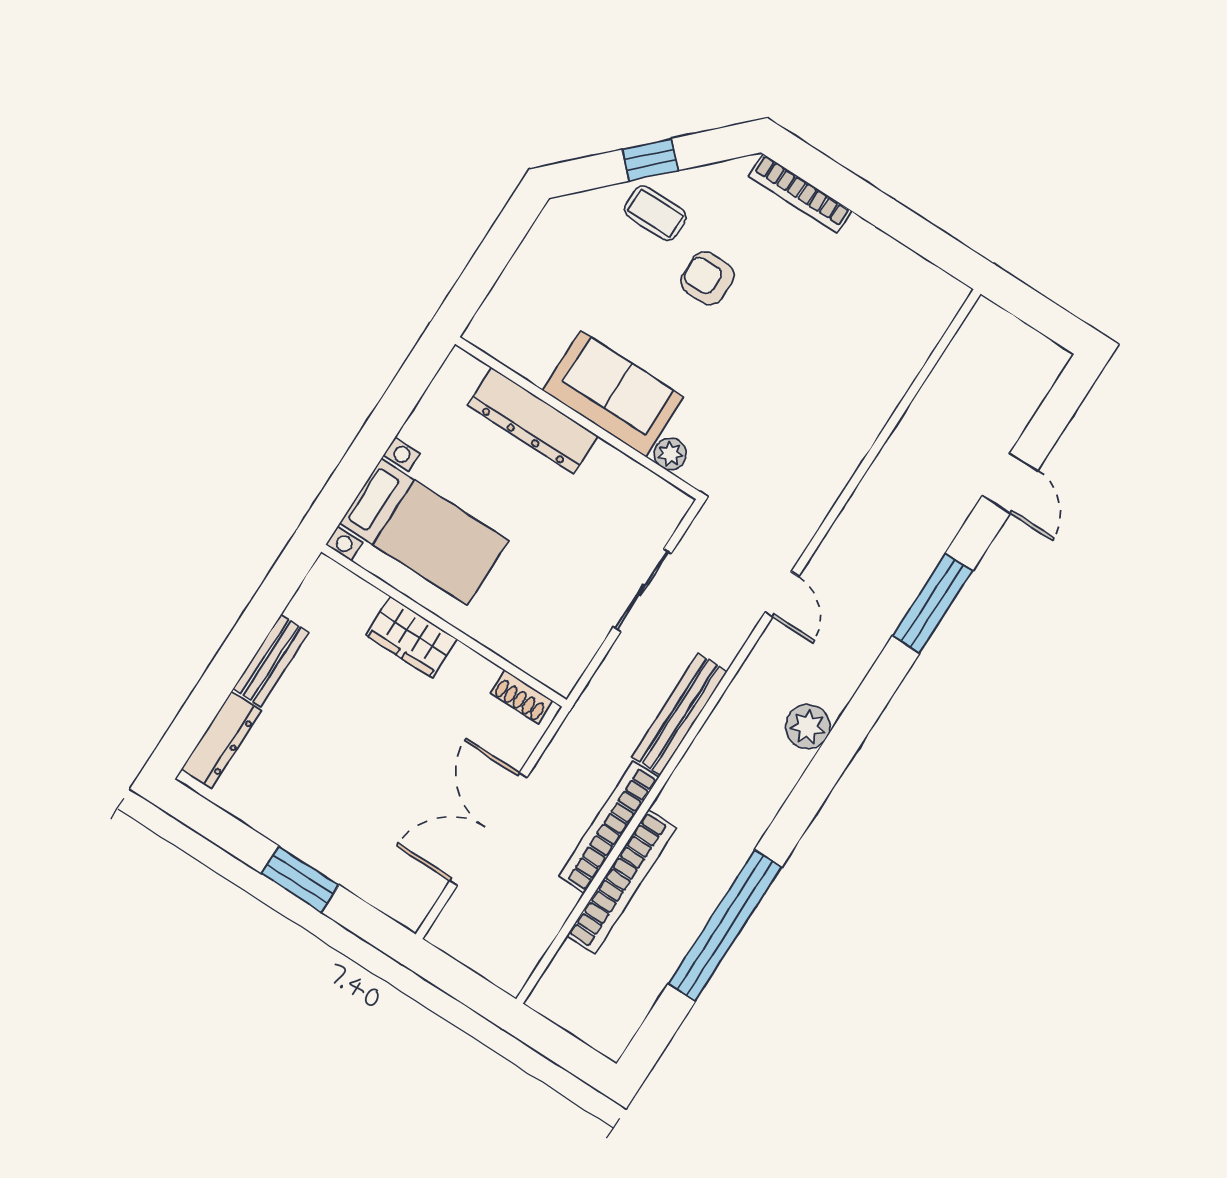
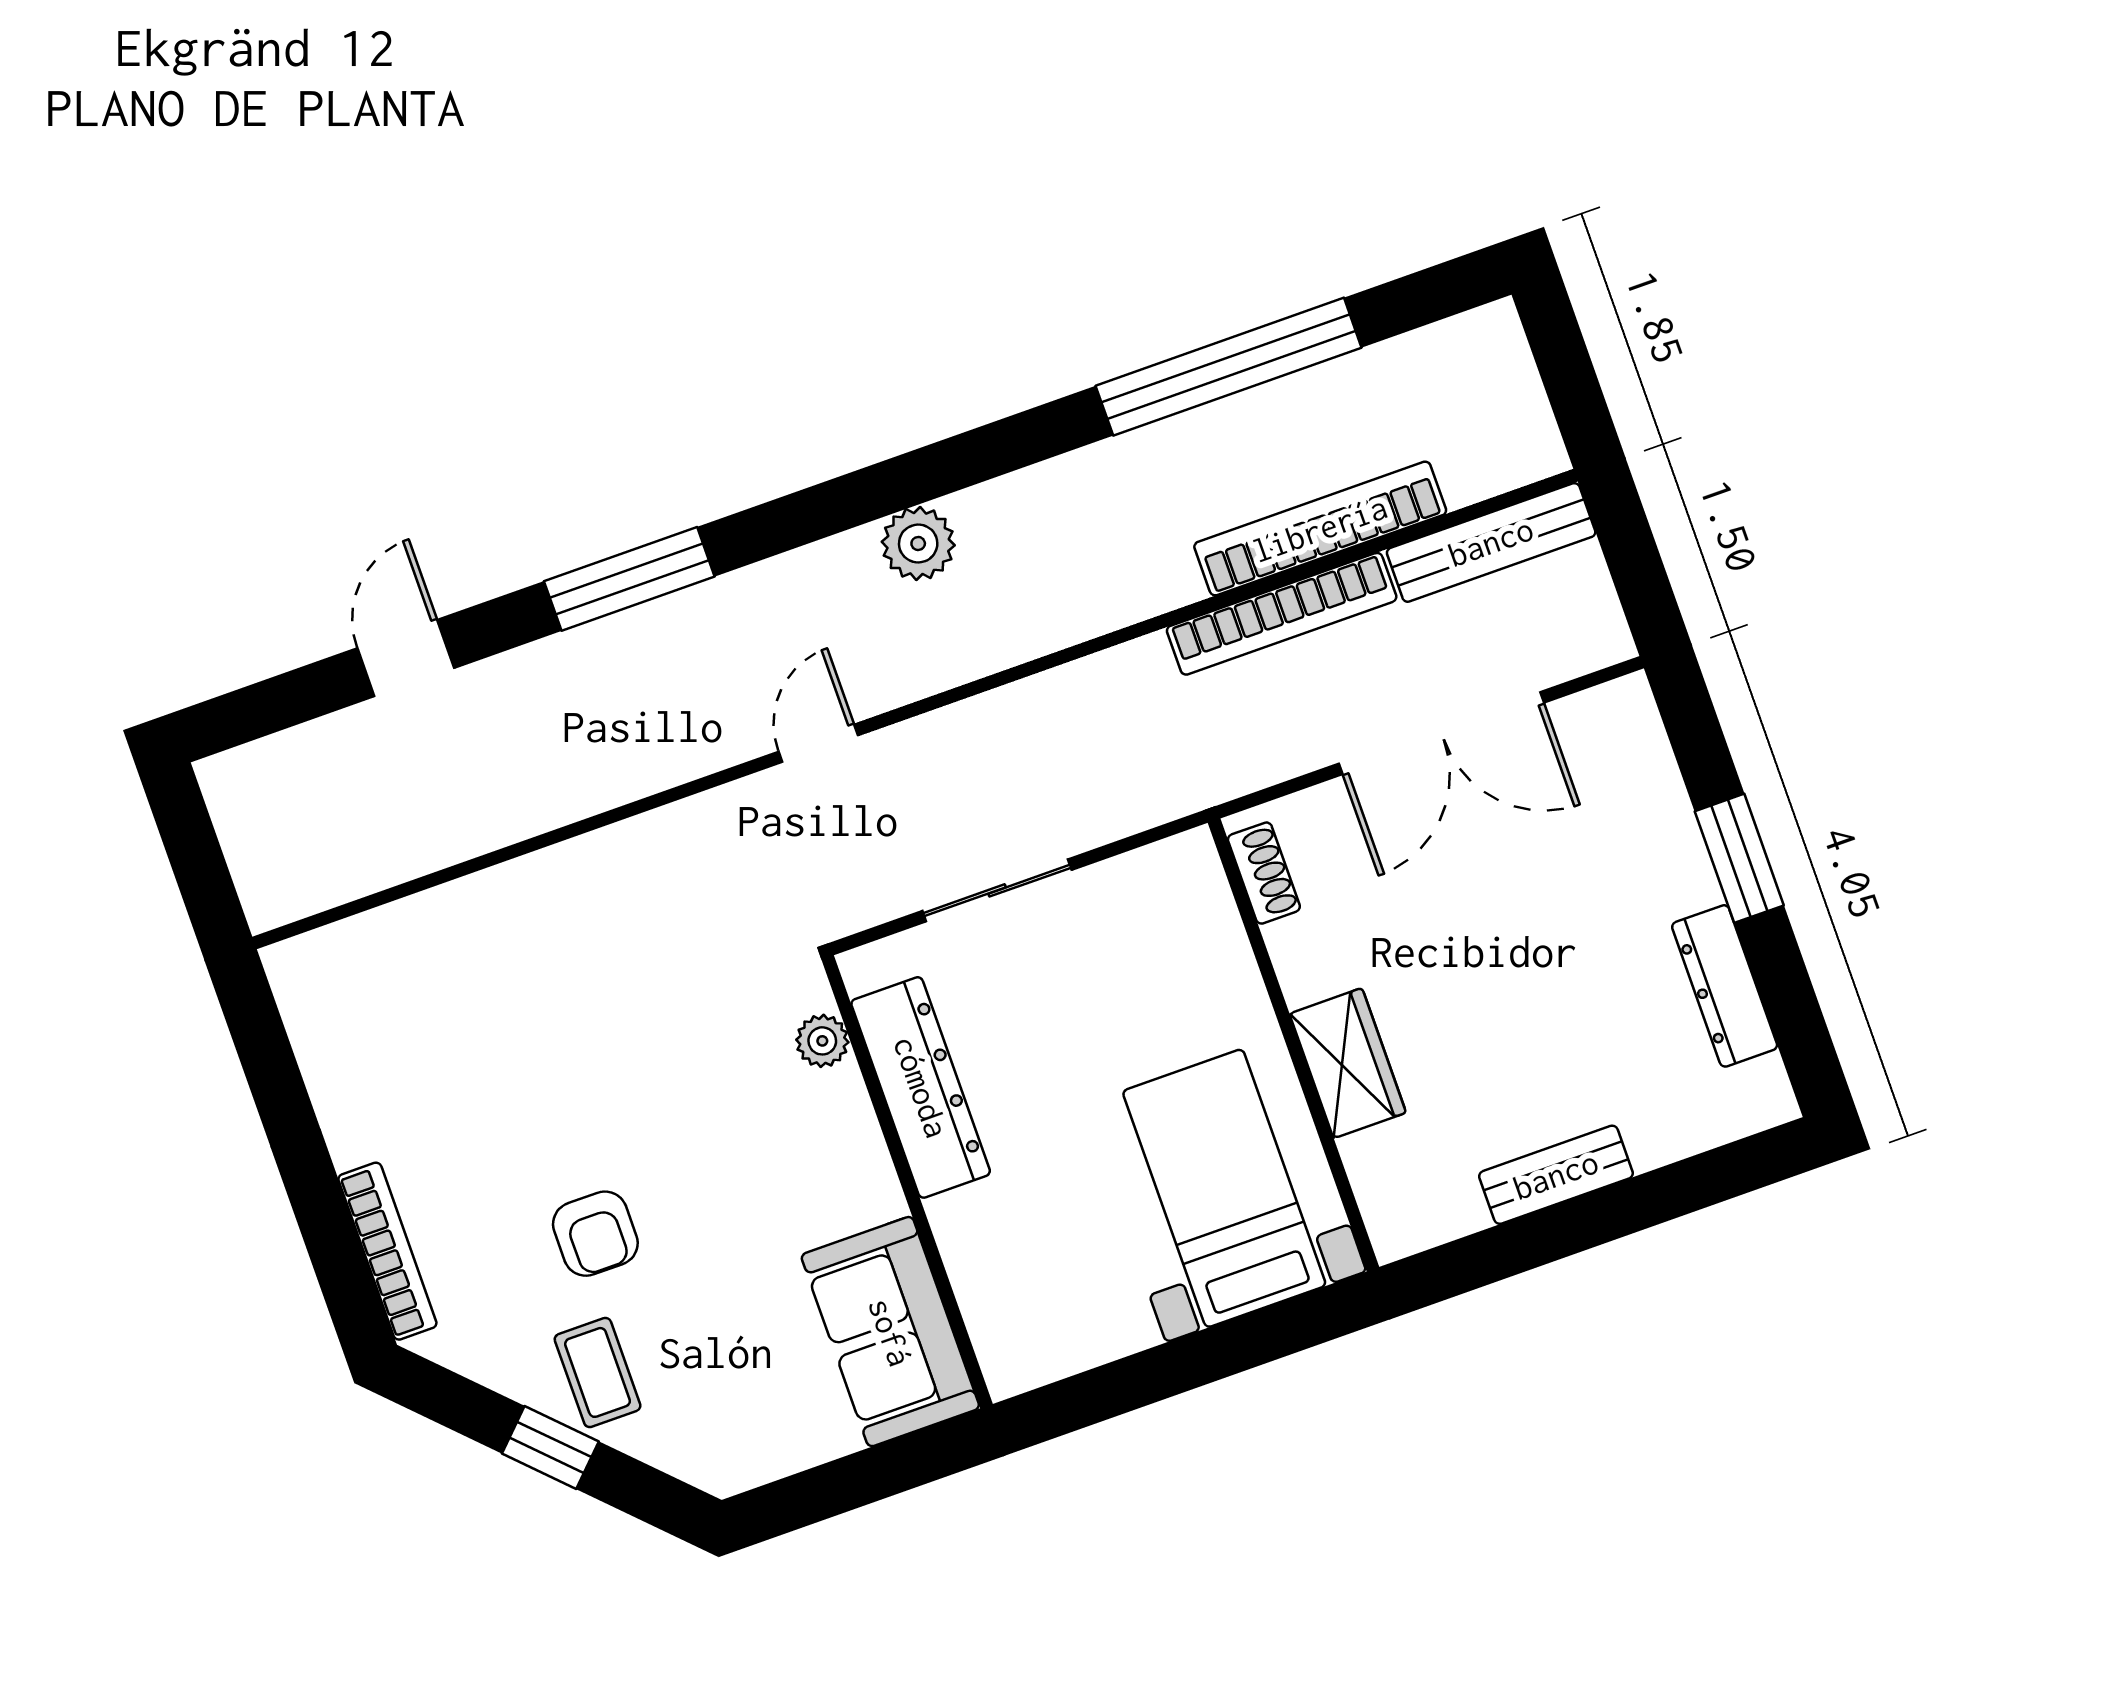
sofa: (613, 394) -> (890, 1332), moved
dresser: (533, 421) -> (921, 1087), moved
bench: (680, 714) -> (1491, 542), moved
dresser: (221, 740) -> (1725, 986), moved, turned -90

